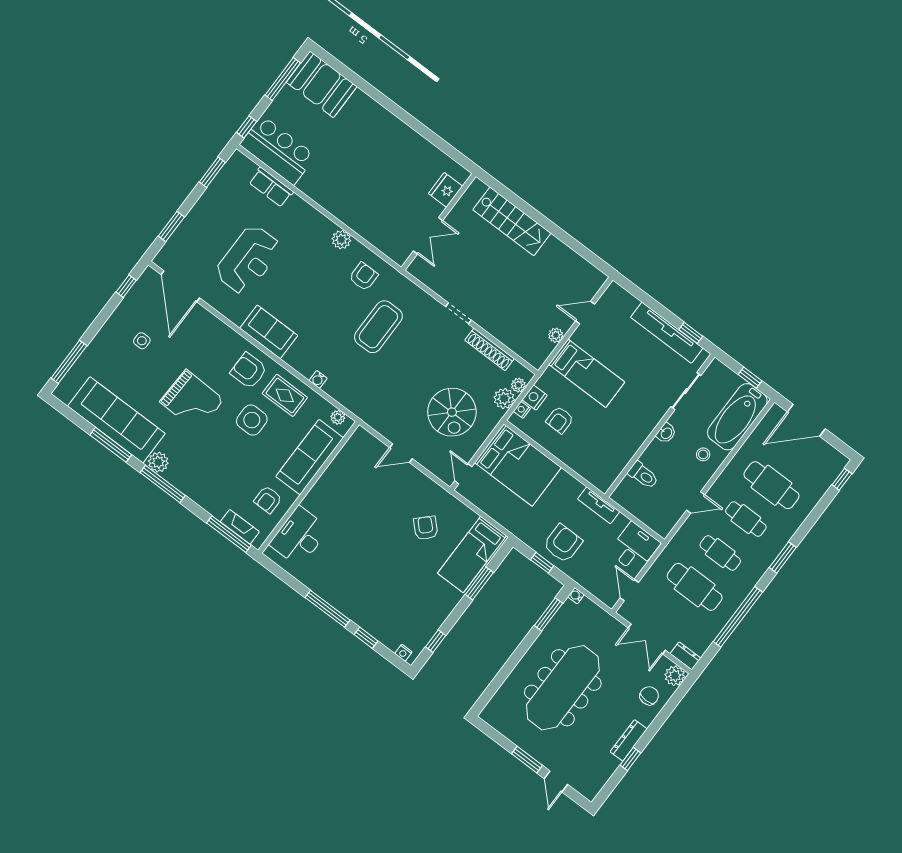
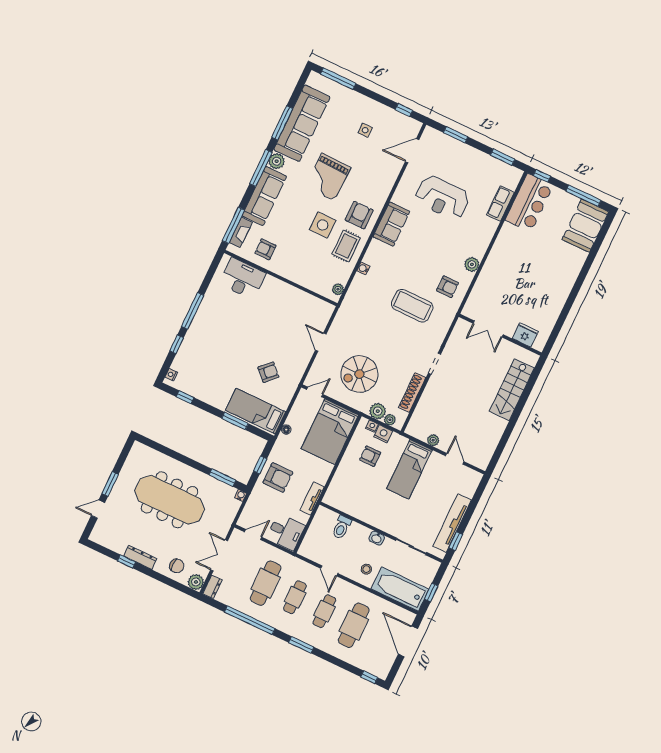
door: (180, 286) -> (412, 151), width x0.73
sofa: (310, 457) -> (264, 196), moved, turned 90
floor lamp: (504, 520) -> (286, 430), added

